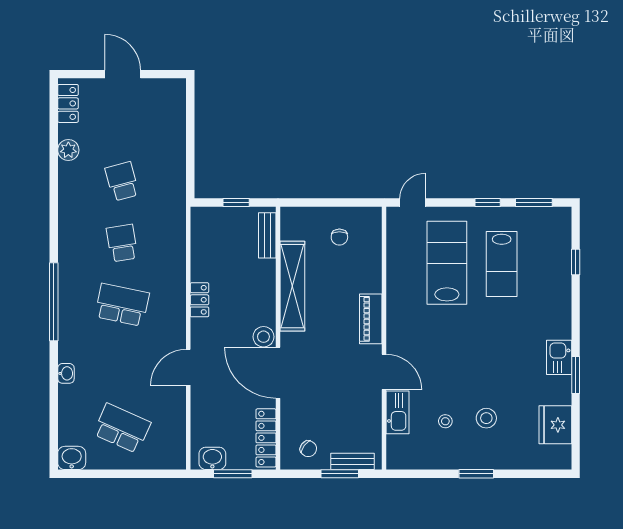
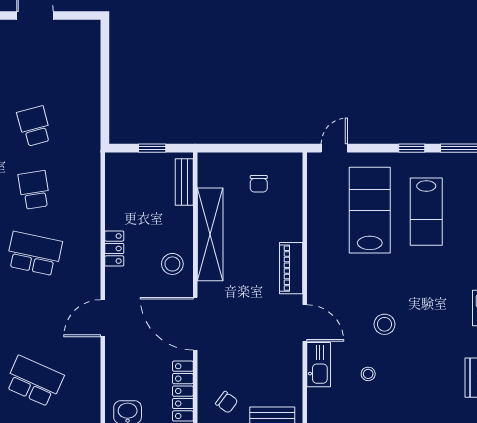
stool: (263, 337) -> (172, 264), moved
stool: (486, 418) -> (384, 324), moved

